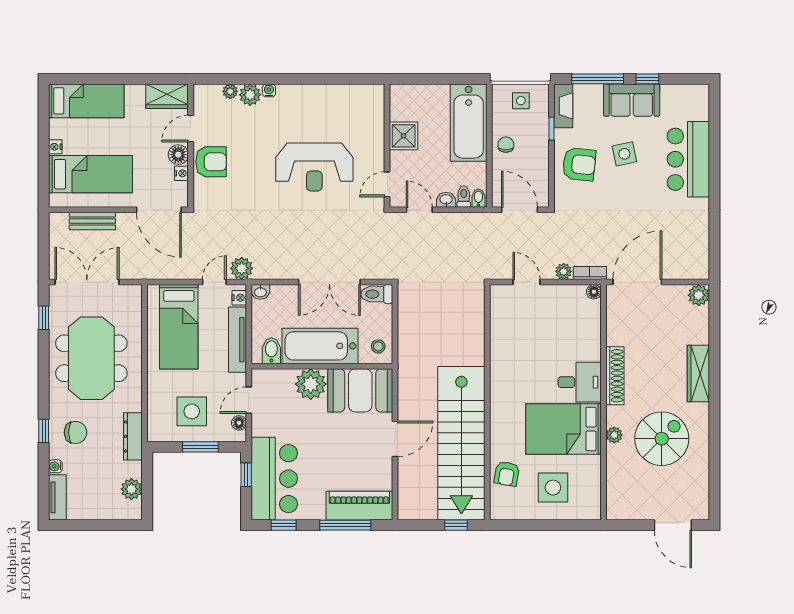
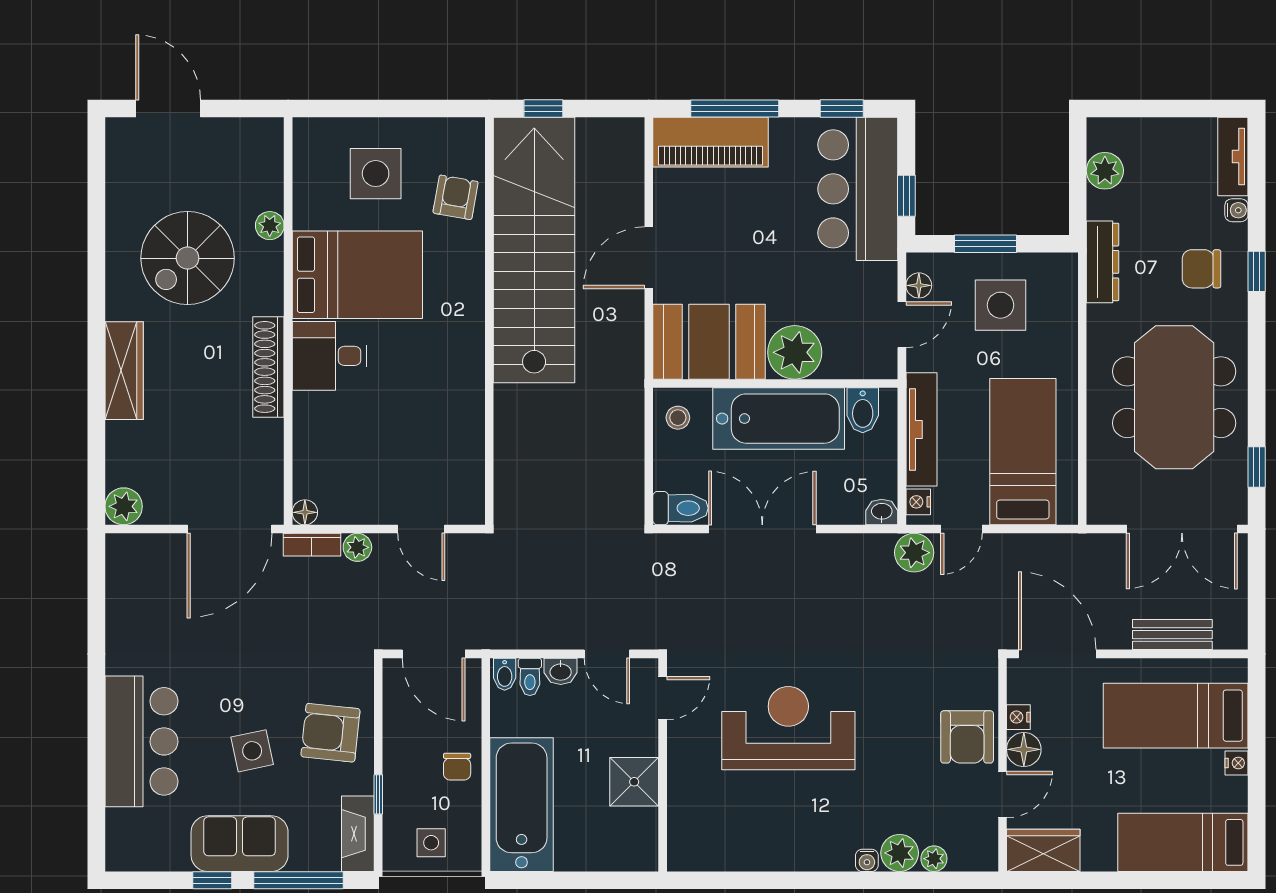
armchair: (211, 162) -> (967, 737), turned -90
plant: (614, 435) -> (270, 226), moved

